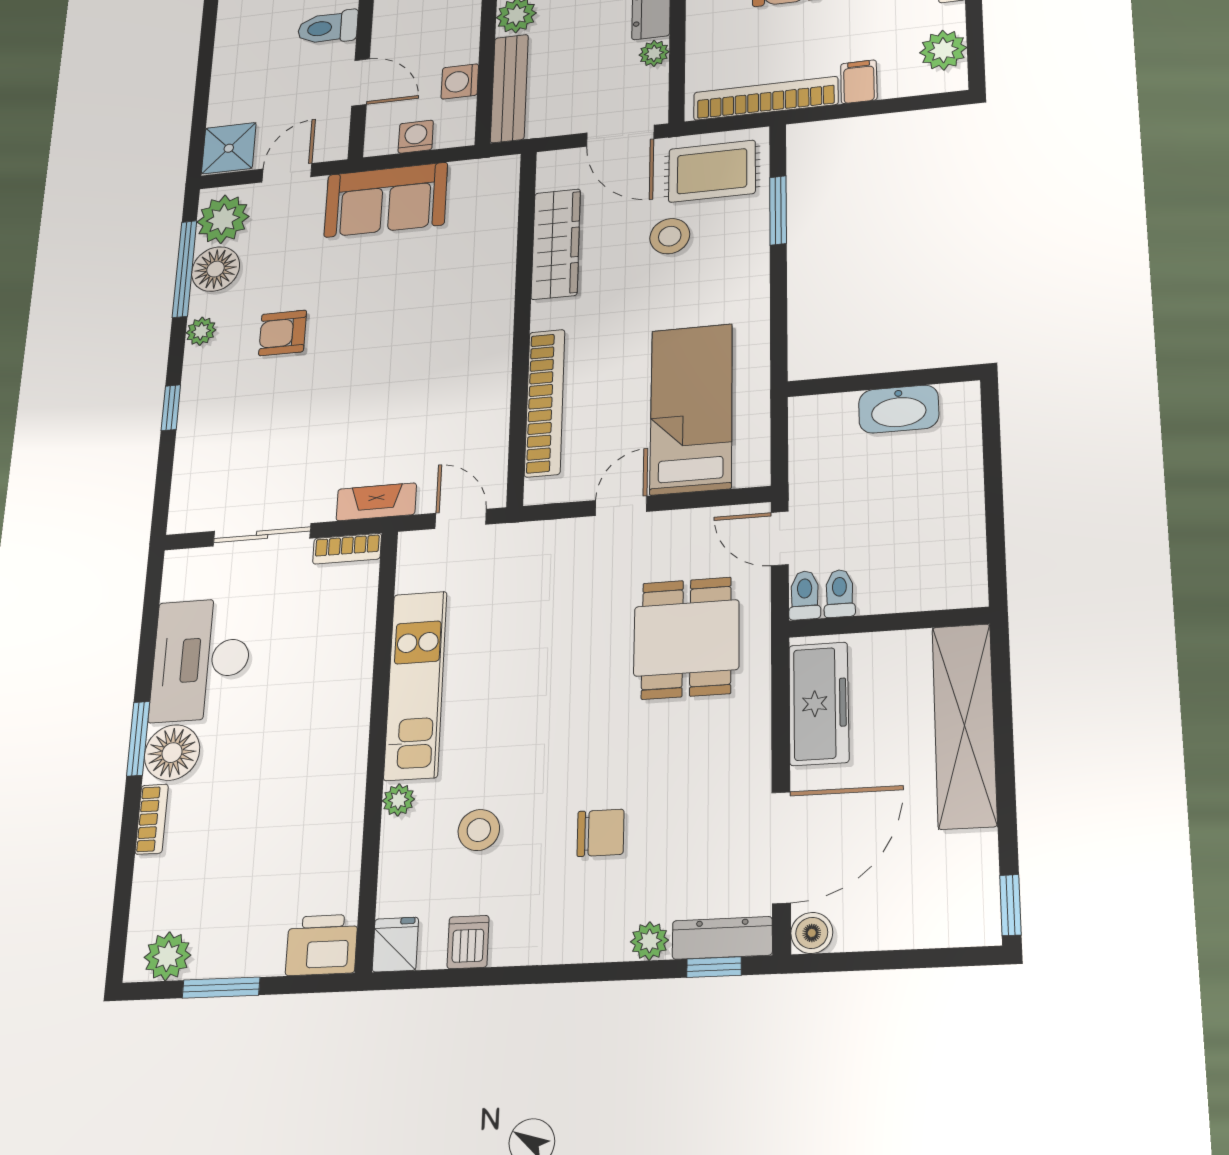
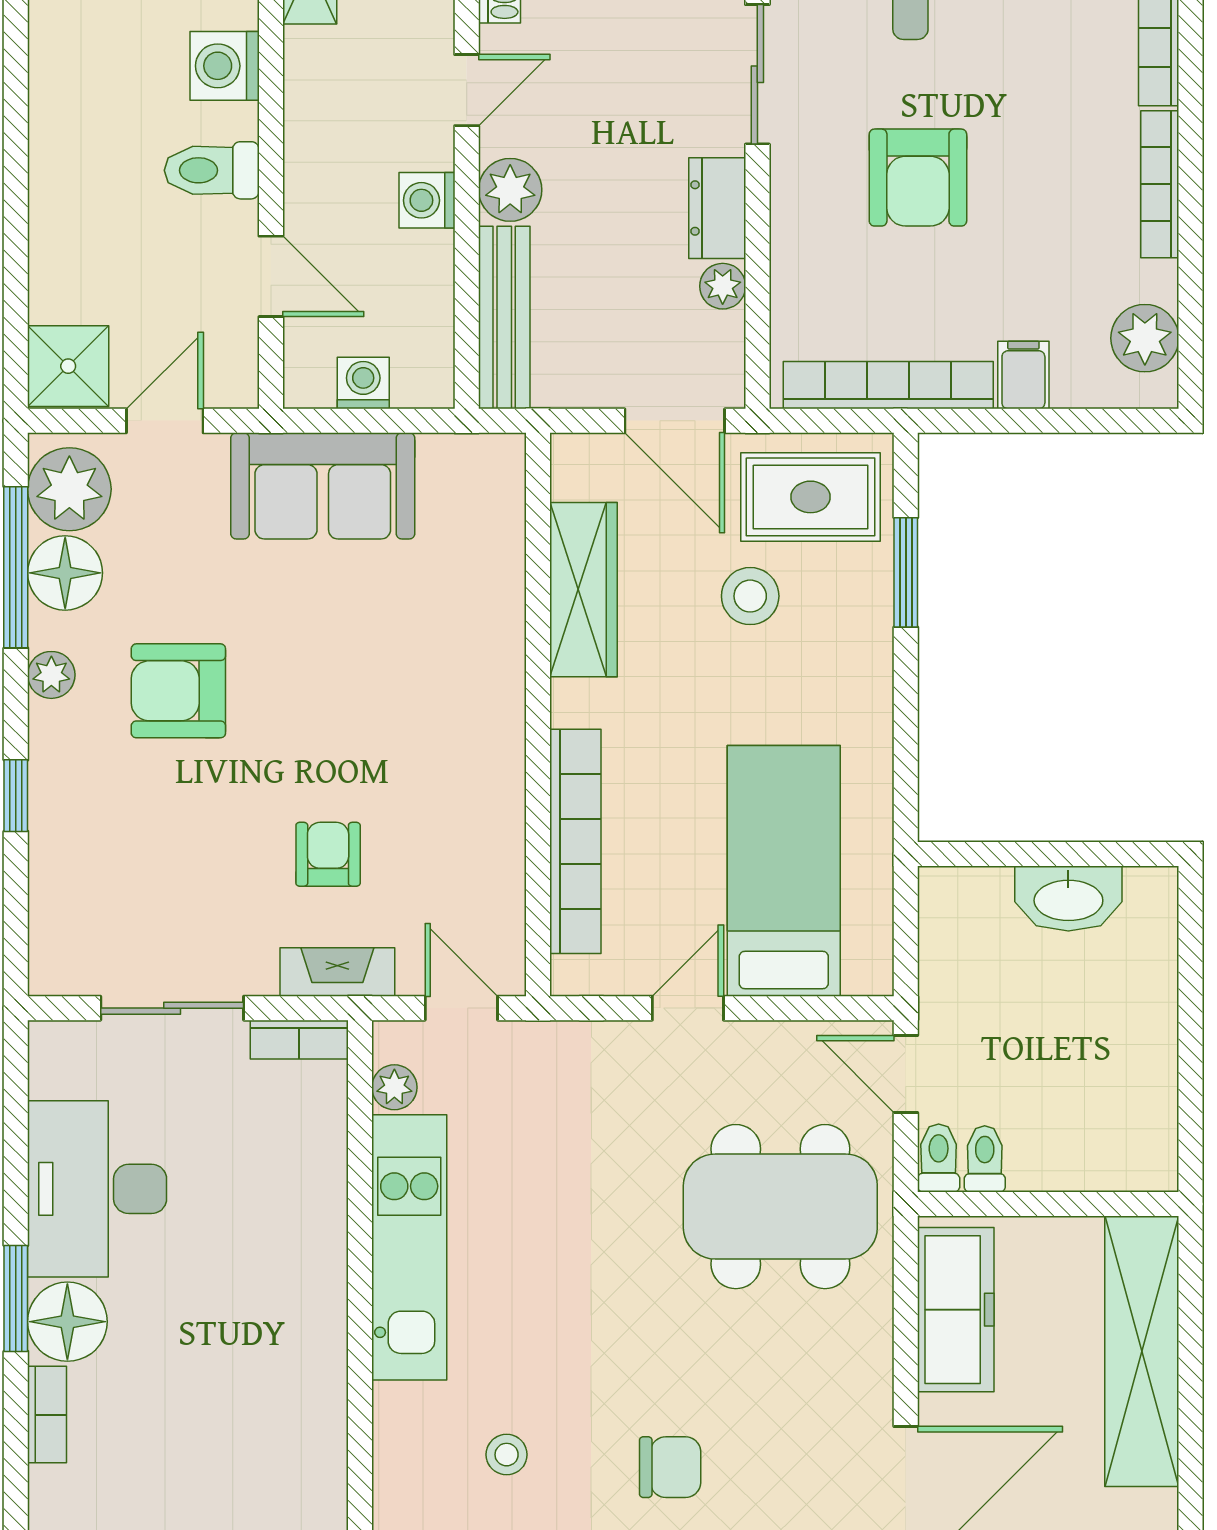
washing machine: (460, 81) -> (427, 200), moved
armchair: (283, 333) -> (178, 691), width x1.38, depth x1.38
armchair: (375, 426) -> (328, 854), added
dining table: (686, 638) -> (780, 1207), width x1.37
plant: (398, 800) -> (394, 1087), moved
stool: (479, 830) -> (507, 1455), width x0.73, depth x0.73

